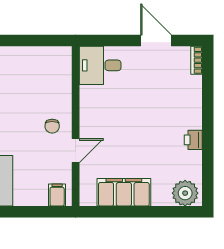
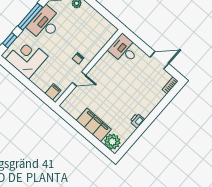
door: (156, 41) -> (159, 60), hinge flipped
filing cabinet: (124, 192) -> (94, 125), moved

